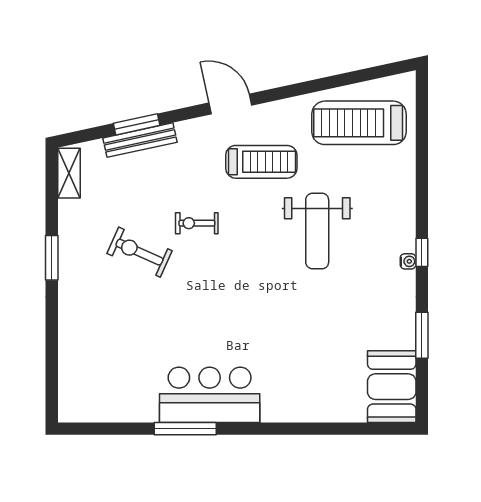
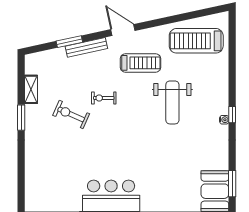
bench: (140, 140) -> (86, 47), moved
shelving: (69, 173) -> (31, 89), moved
window: (422, 335) -> (232, 184), moved

